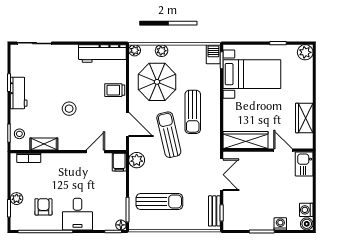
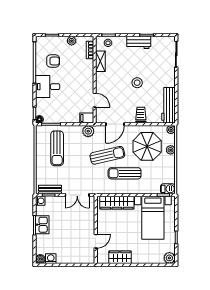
stool: (69, 109) -> (137, 83), moved
wardrobe: (245, 140) -> (117, 203), moved, turned 90
kitchen sink: (304, 164) -> (42, 225), moved, turned 90
plant: (17, 199) -> (72, 41), moved
washing machine: (280, 224) -> (40, 201), moved

